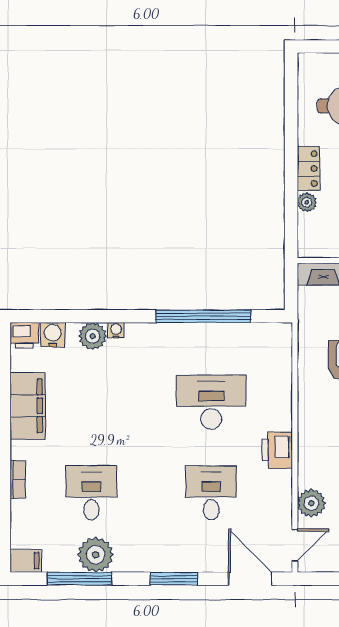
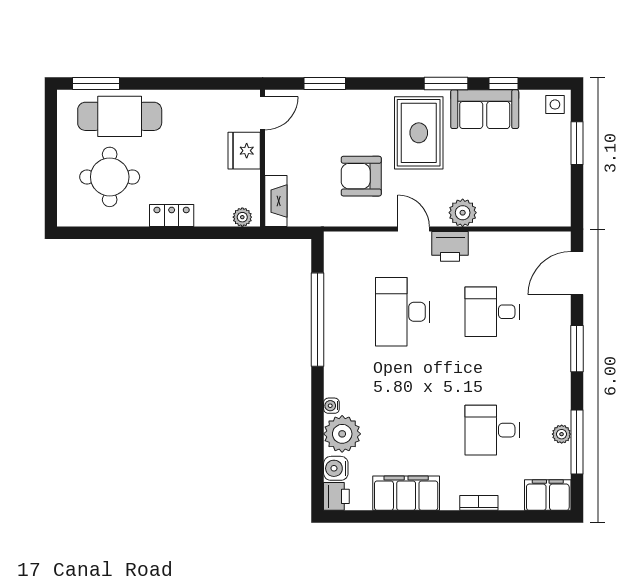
plant: (307, 202) -> (242, 217), moved
plant: (93, 336) -> (342, 434), width x1.36, depth x1.36
plant: (311, 503) -> (463, 213), moved
door: (295, 545) -> (414, 229), moved
plant: (96, 555) -> (562, 434), width x0.53, depth x0.53
filing cabinet: (26, 561) -> (548, 495), width x2.00

